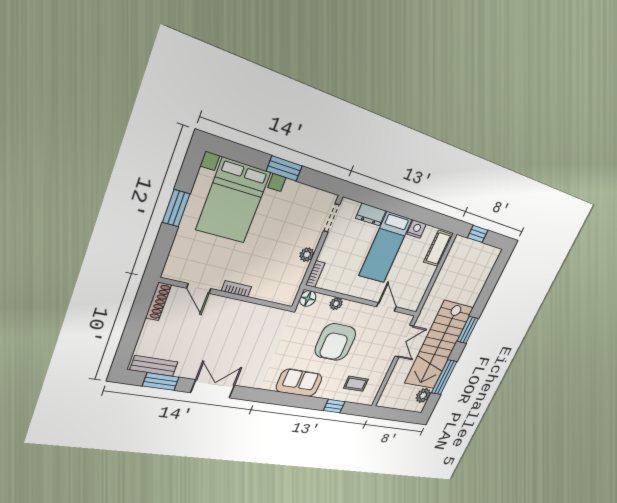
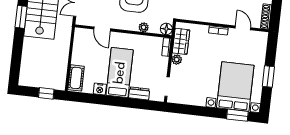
window: (284, 168) -> (237, 115), moved
wardrobe: (293, 279) -> (181, 41), added

